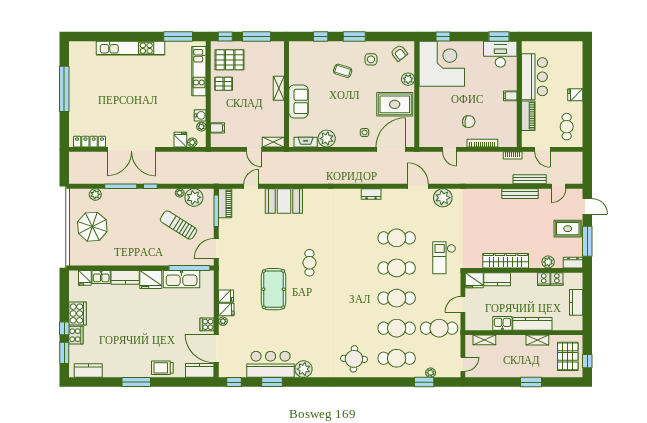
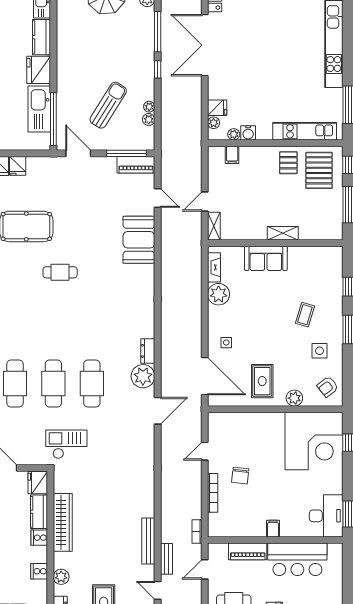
rug: (395, 104) -> (262, 381), width x0.73, depth x0.70
bench: (530, 179) -> (167, 559), width x0.73
plant: (194, 197) -> (149, 119), width x0.53, depth x0.53
plant: (443, 198) -> (143, 376), moved
cooker: (557, 279) -> (39, 538), moved

